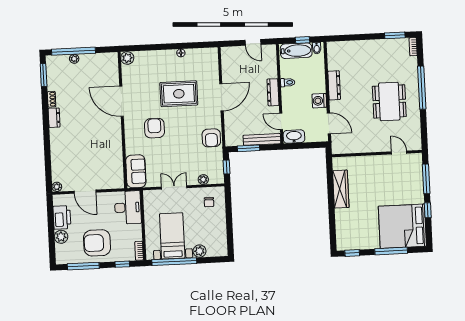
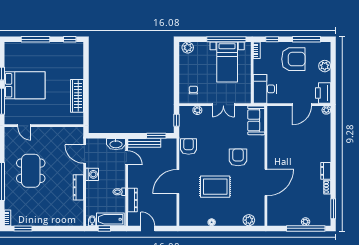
plant: (127, 58) -> (249, 220), moved
dresser: (273, 92) -> (132, 200), moved
door: (121, 101) -> (266, 182), hinge flipped
armchair: (154, 128) -> (238, 157), turned 180
door: (85, 192) -> (302, 105), swing flipped
printer: (62, 217) -> (323, 93), moved
bed: (402, 226) -> (25, 85), moved, width x0.73
plant: (200, 251) -> (188, 48), moved

